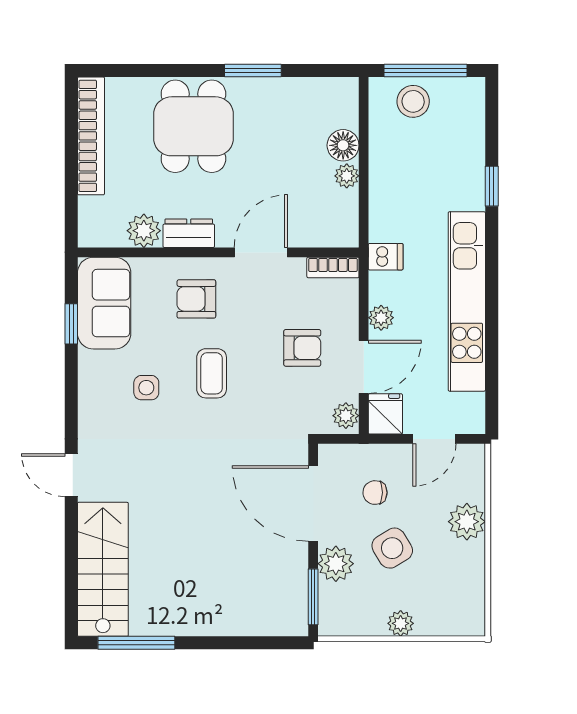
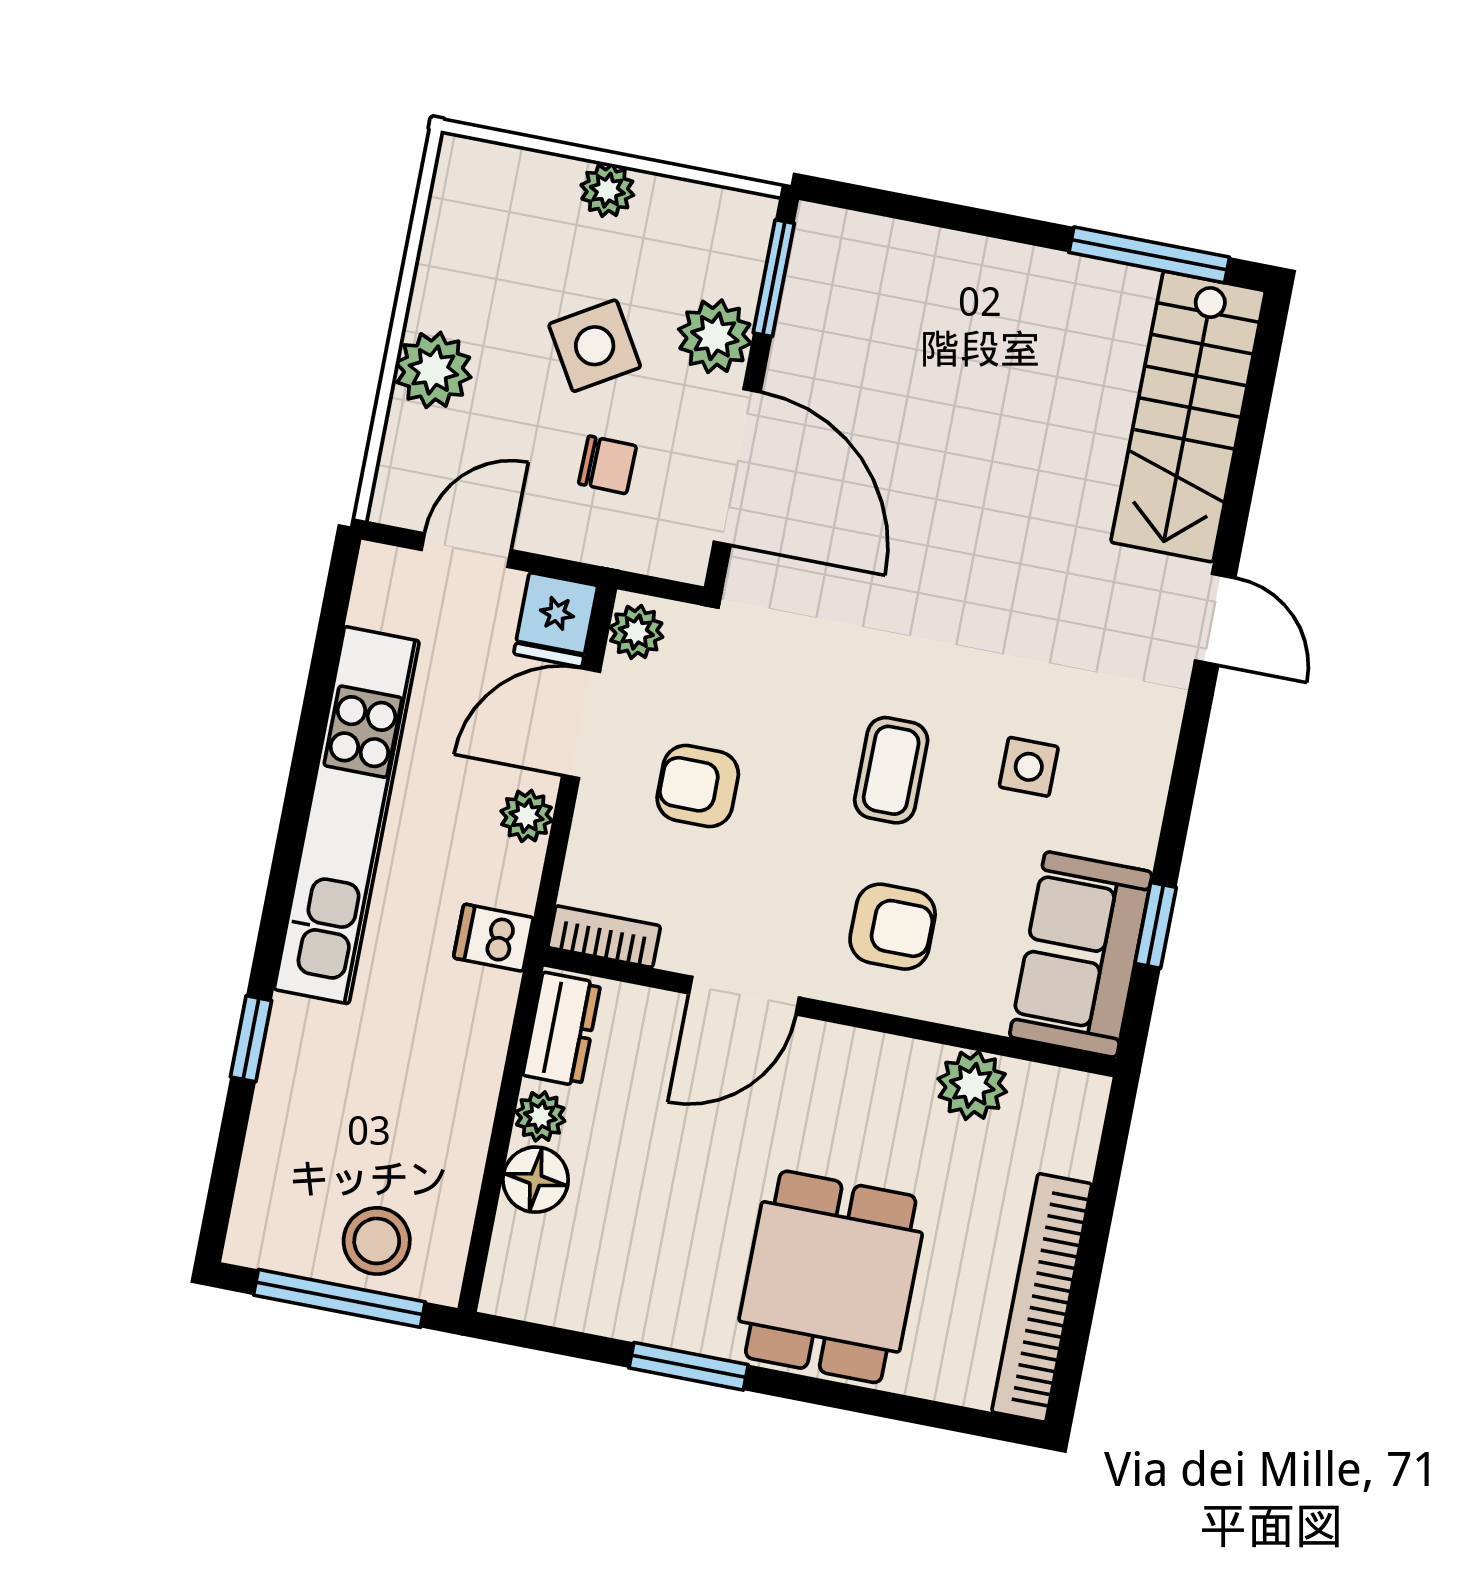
dresser: (189, 233) -> (562, 1029), moved, turned -90

